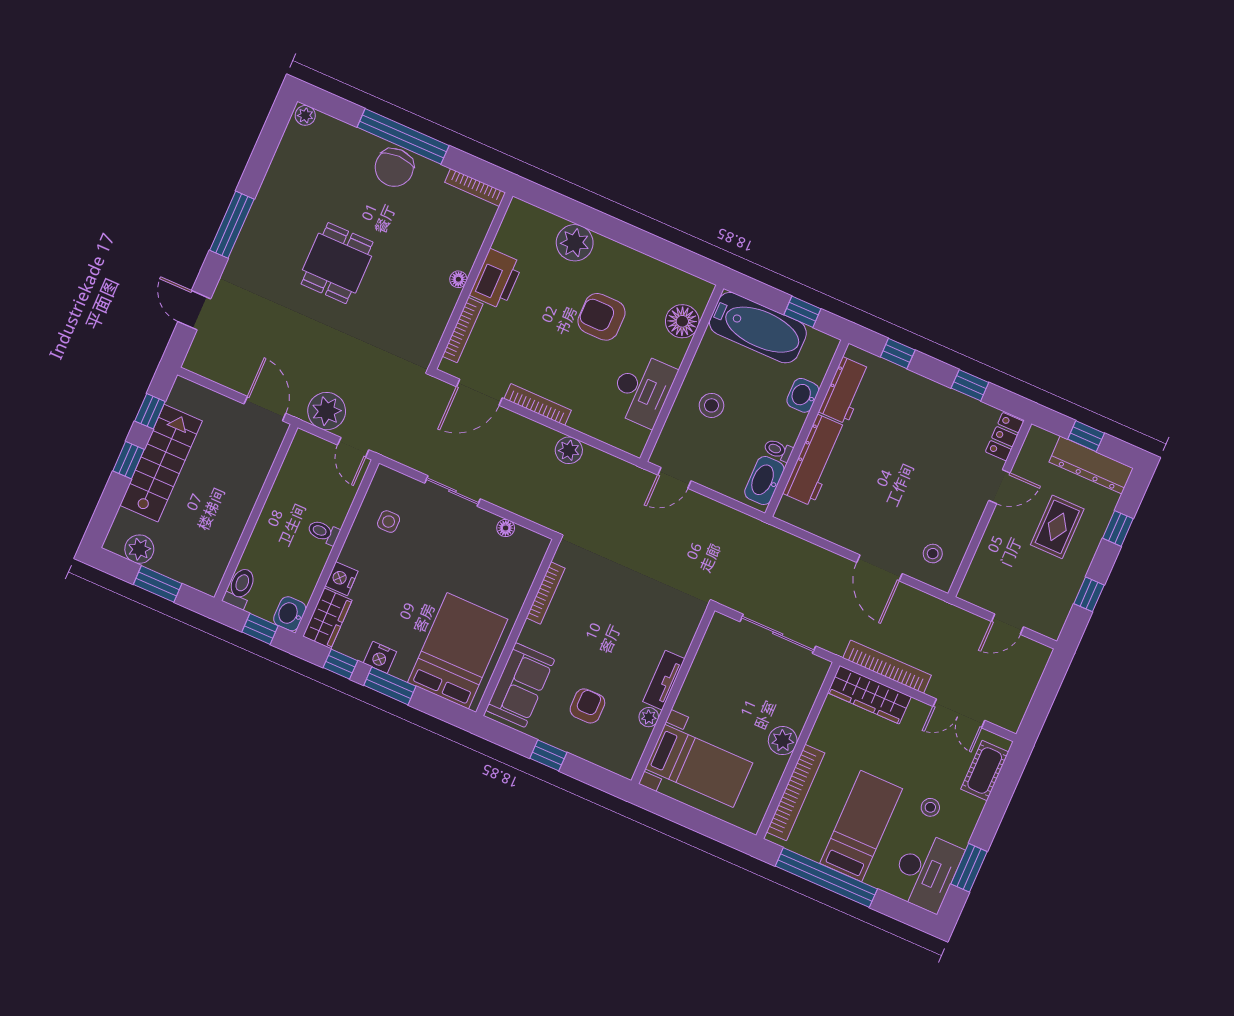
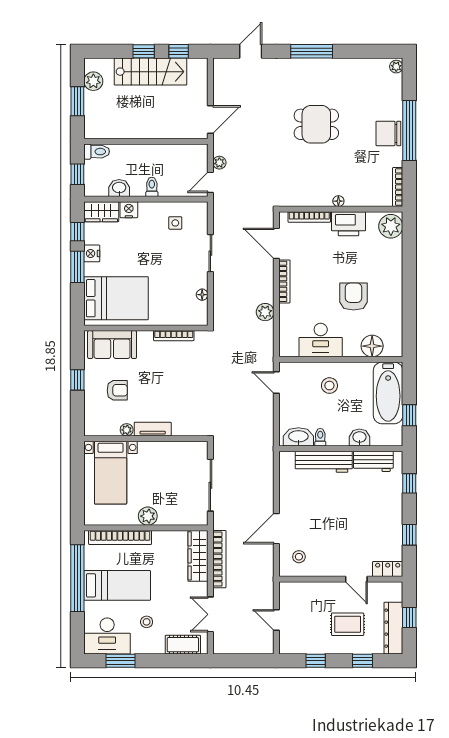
plant: (575, 243) -> (391, 226), moved
plant: (327, 411) -> (219, 163), width x0.53, depth x0.53
washbasin: (290, 614) -> (119, 188), moved

